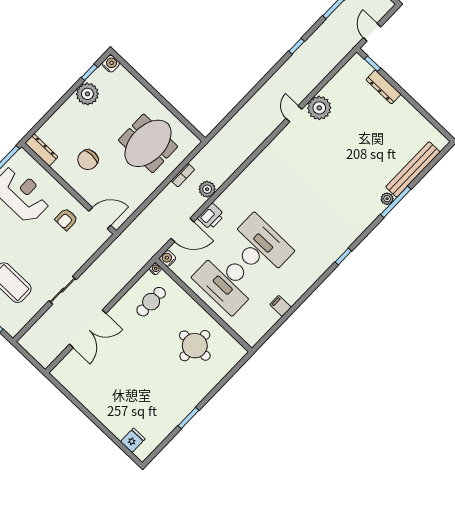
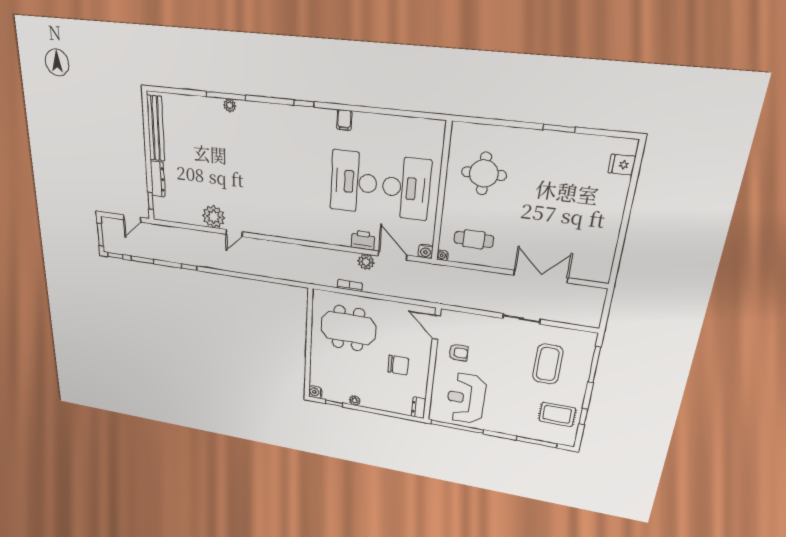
plant: (87, 94) -> (355, 400), width x0.53, depth x0.53
dresser: (41, 150) -> (418, 408), width x0.70
bench: (413, 169) -> (156, 128), moved, turned 90
plant: (207, 189) -> (366, 262), moved
filing cabinet: (281, 306) -> (344, 120), moved

